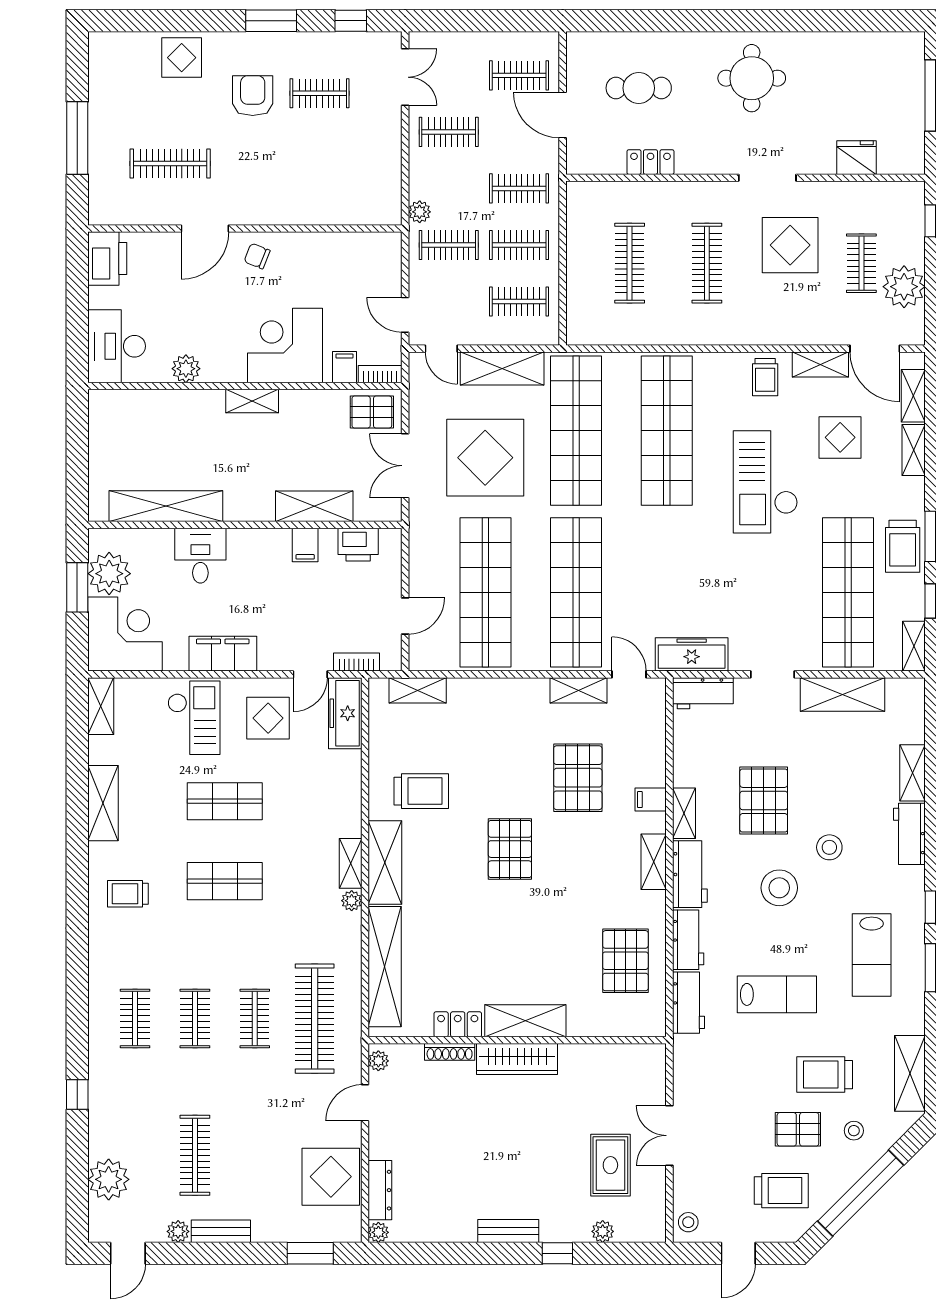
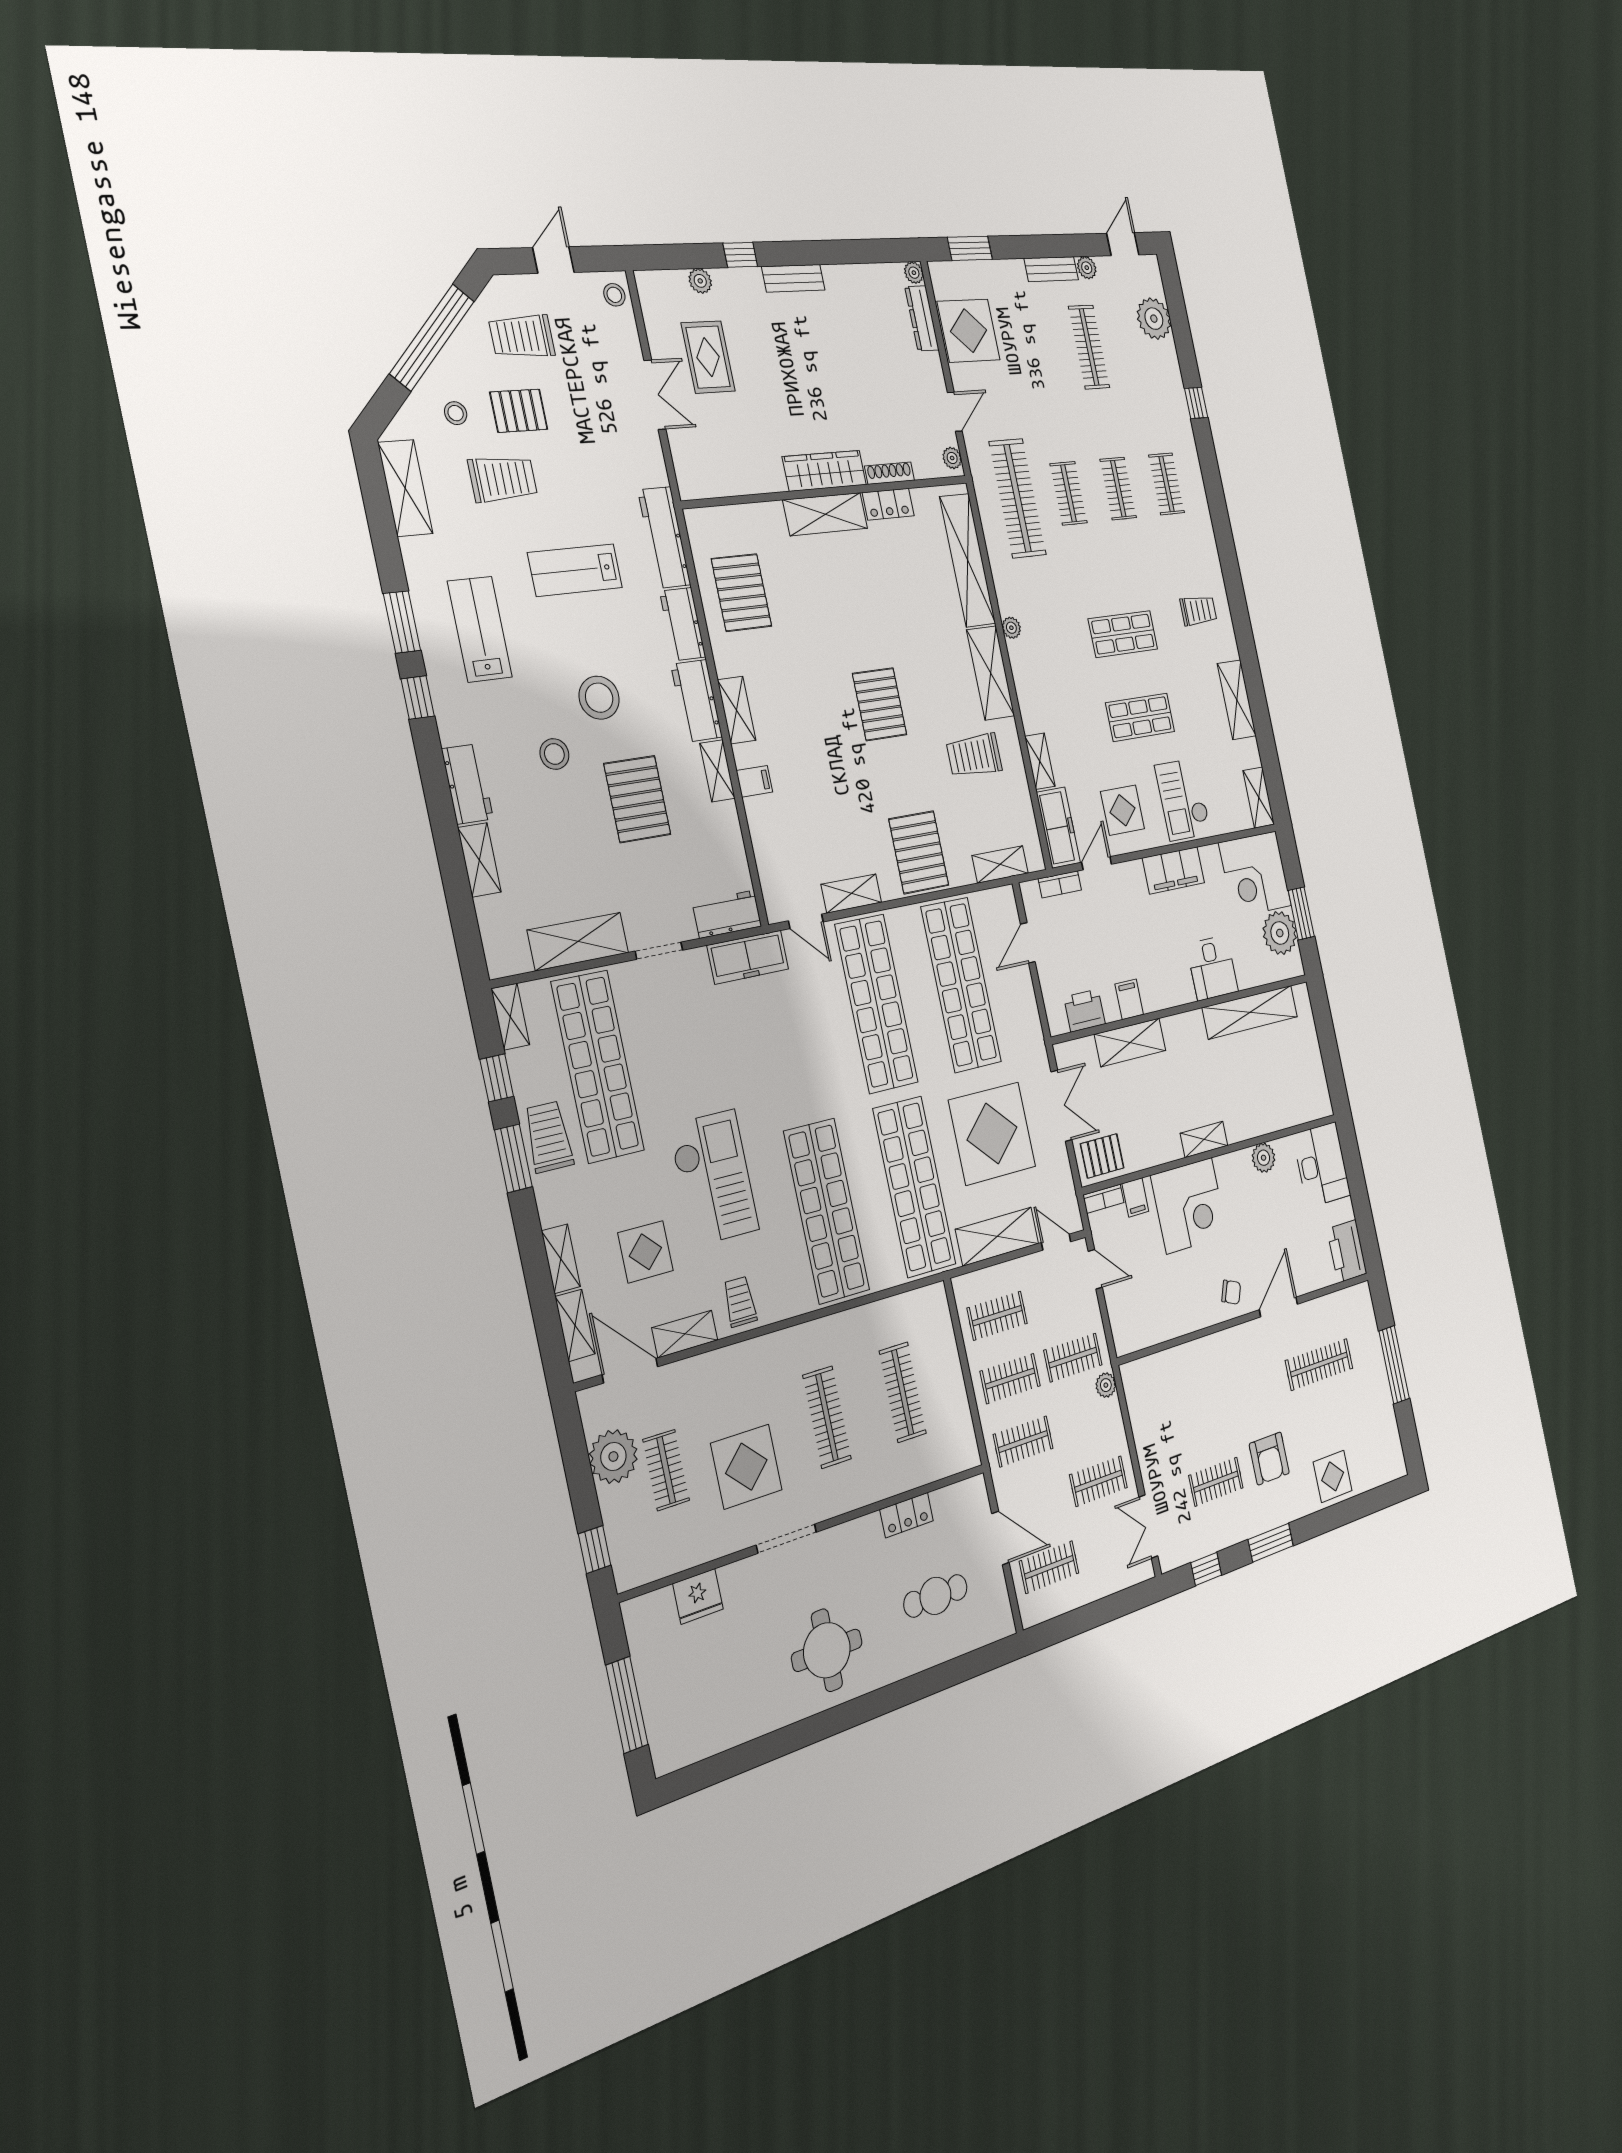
pallet: (578, 778) -> (919, 852), moved
shelving: (351, 863) -> (1040, 761), moved
workbench: (689, 1003) -> (664, 537), width x1.38

